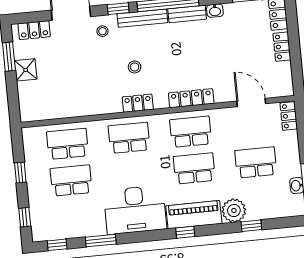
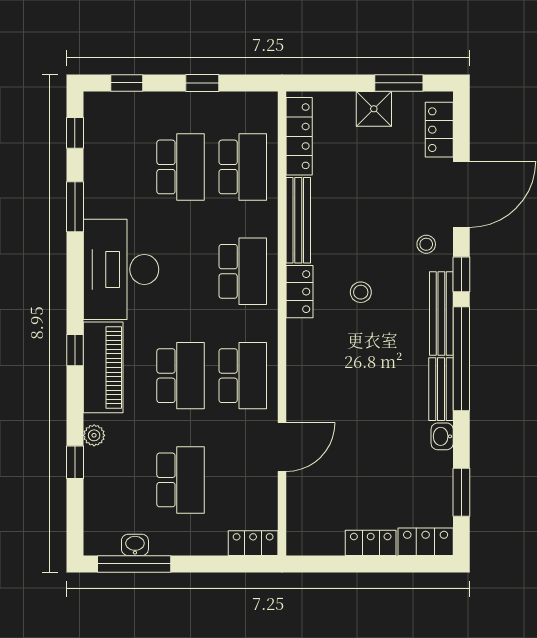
locker: (191, 98) -> (299, 136), moved
door: (251, 102) -> (282, 447), moved
bench: (96, 108) -> (298, 220), added
plant: (234, 211) -> (94, 435), width x0.53, depth x0.53

